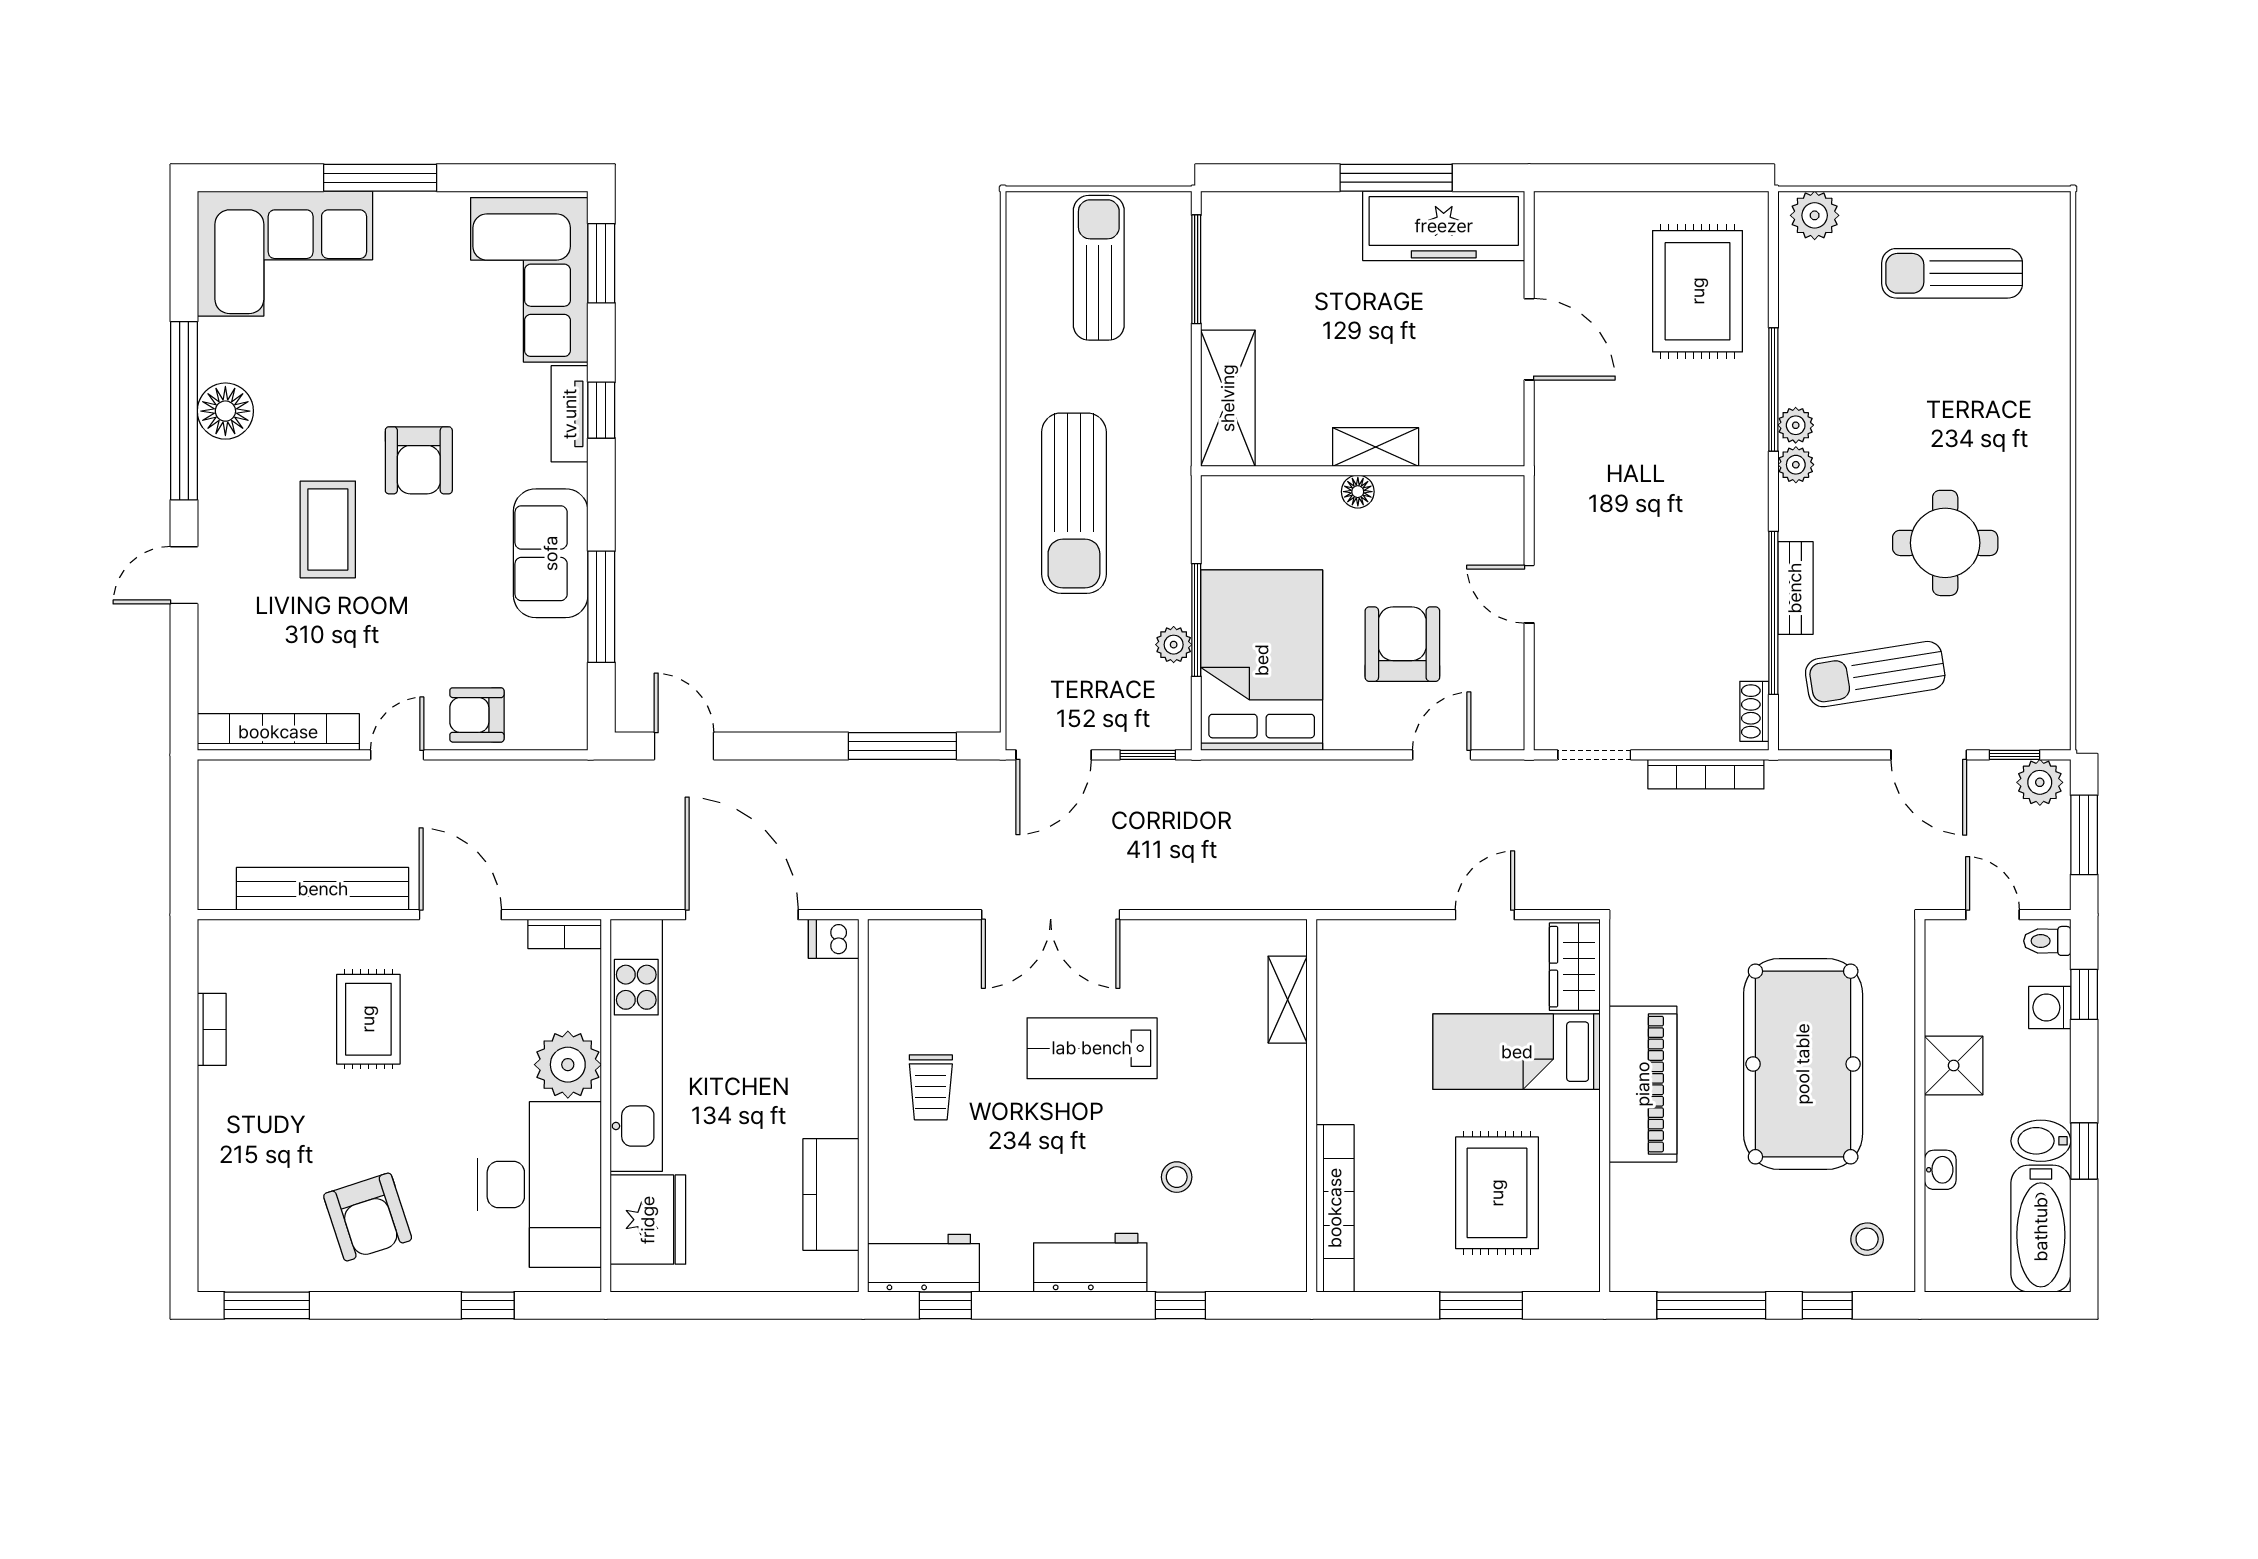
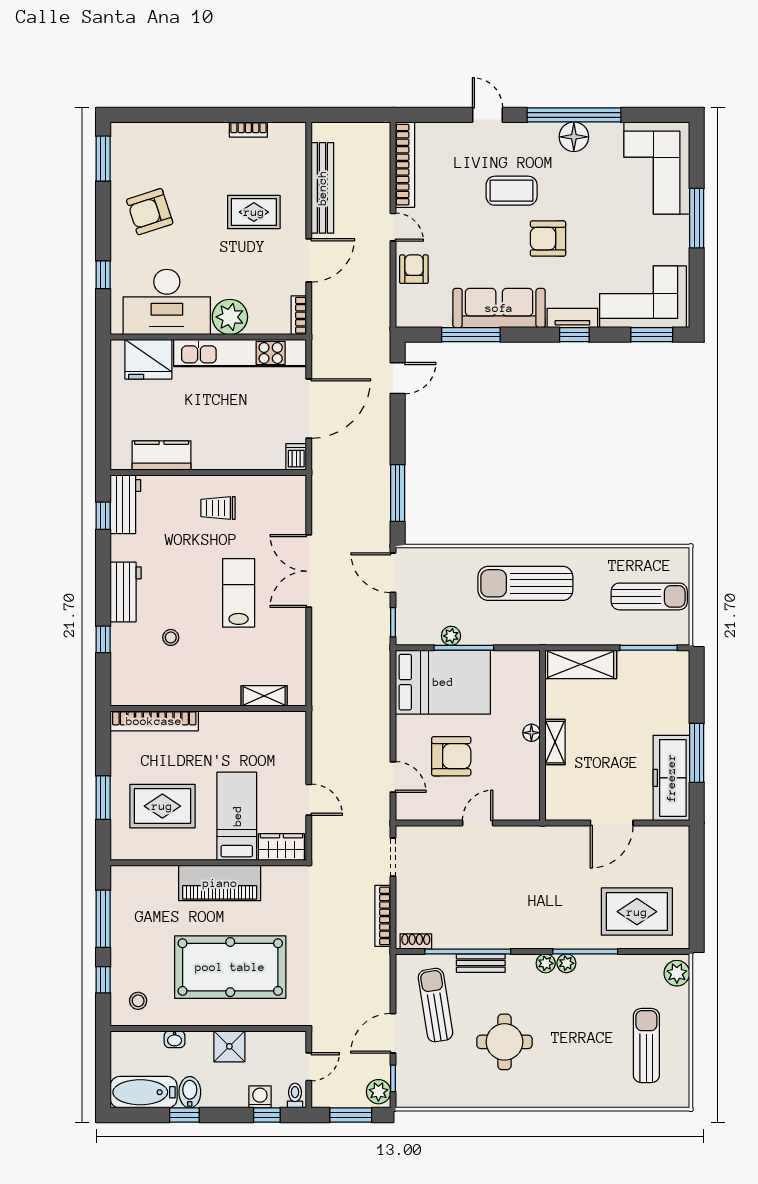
sofa: (551, 553) -> (499, 308), width x1.36

